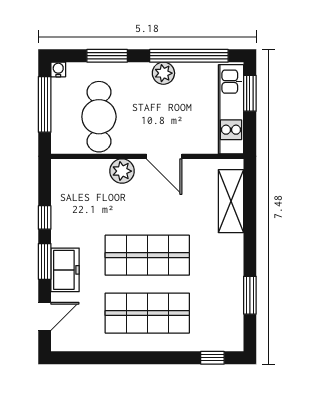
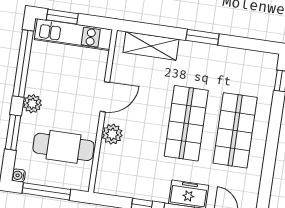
plant: (163, 73) -> (32, 104), moved
window: (250, 295) -> (202, 37), moved

